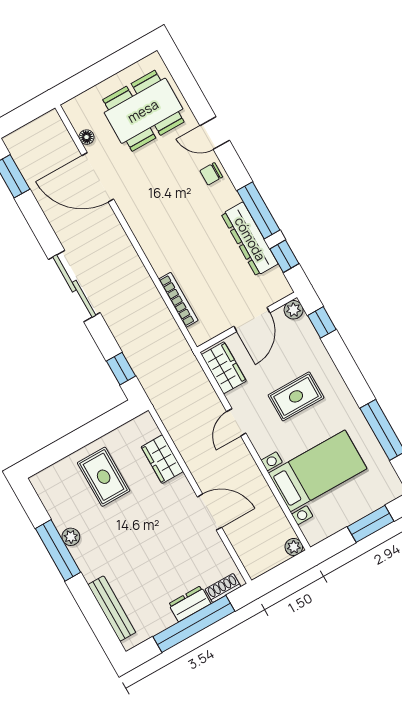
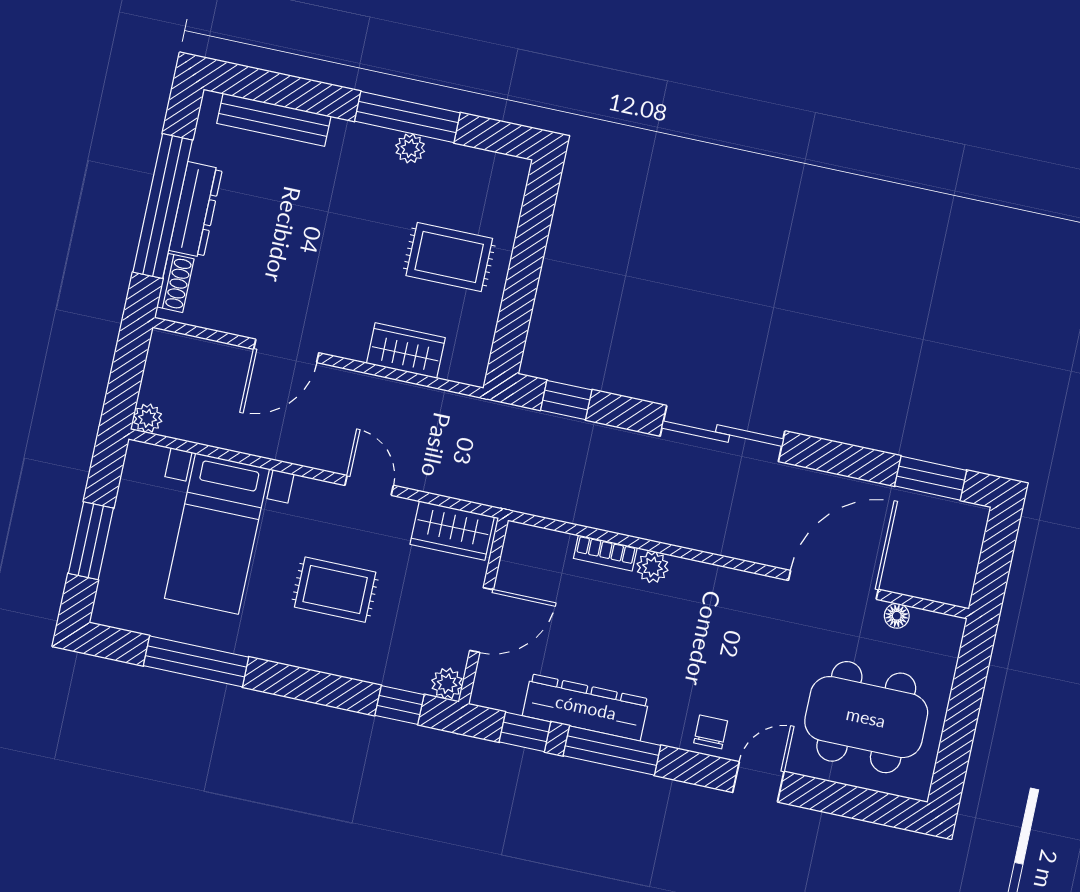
dining table: (143, 111) -> (866, 717), turned 90
plant: (161, 265) -> (652, 567), added
bookcase: (178, 300) -> (605, 553), width x0.64
door: (252, 320) -> (482, 620), swing flipped
rug: (296, 396) -> (335, 590), turned 90
dresser: (190, 604) -> (196, 210), width x1.44

